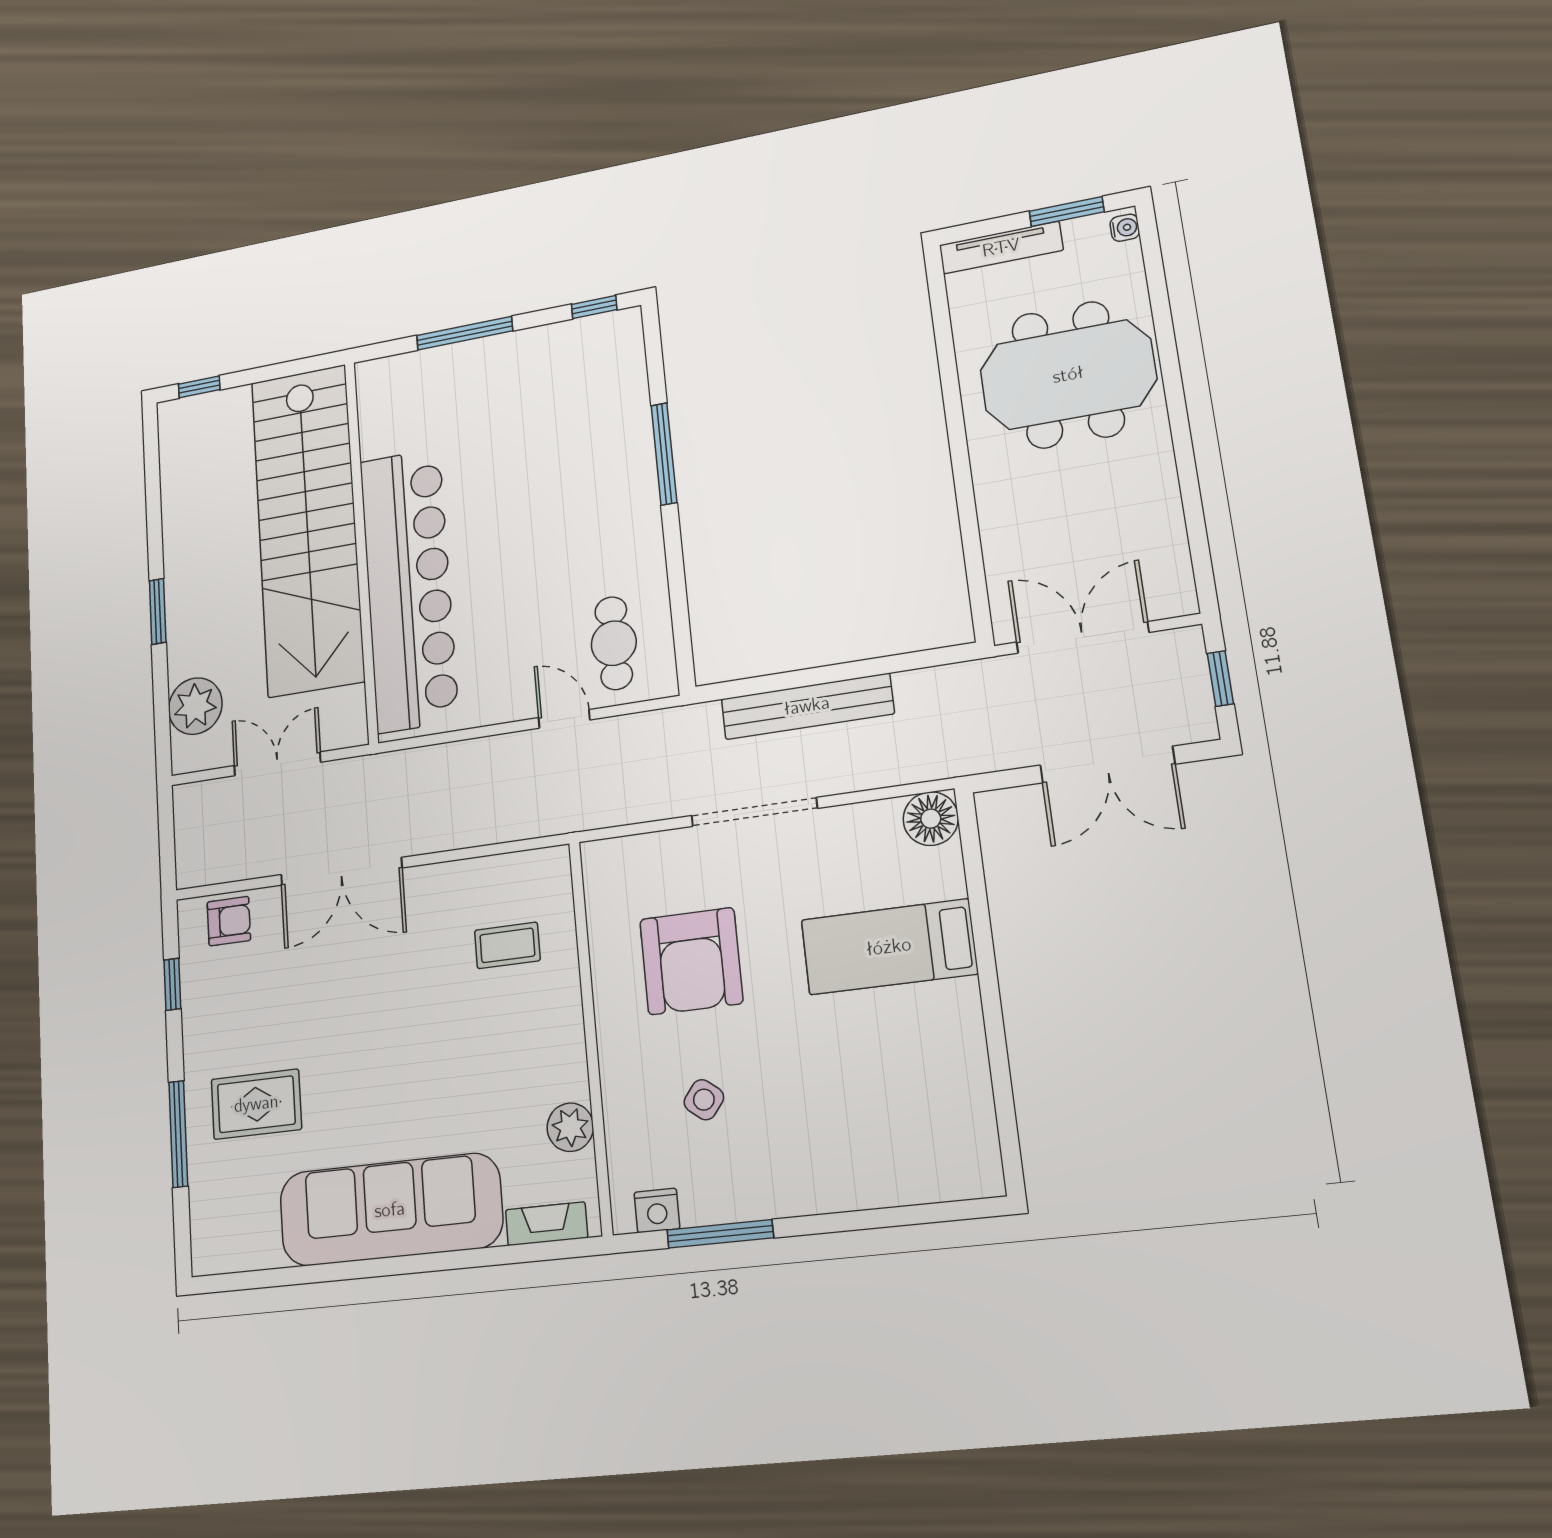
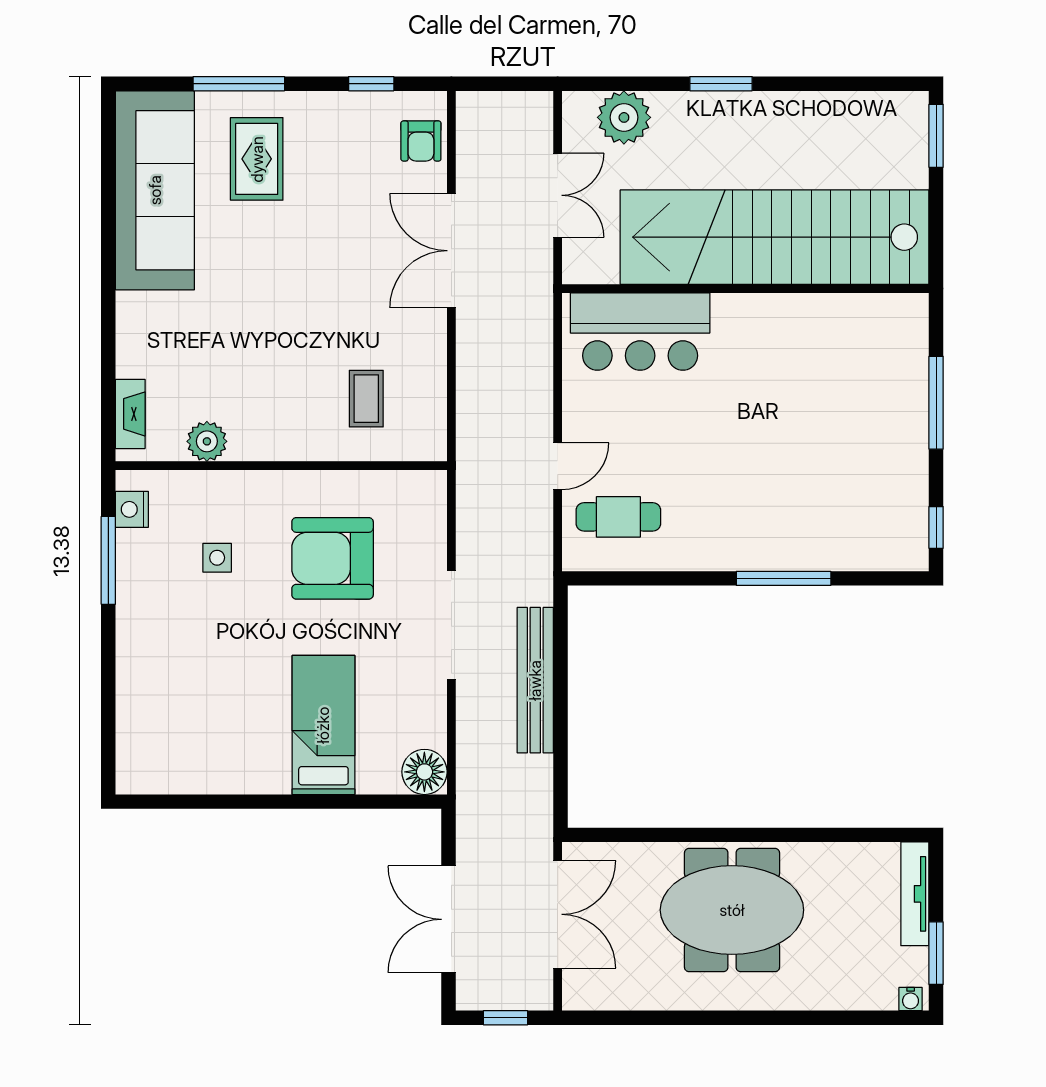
meeting table: (1068, 375) -> (732, 910), moved, turned 90
window: (199, 387) -> (936, 136), width x1.50
bar counter: (409, 589) -> (640, 331), width x0.54
side table: (704, 1100) -> (217, 558), turned -38
sofa: (390, 1210) -> (155, 190), moved

